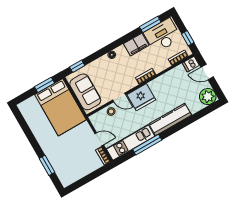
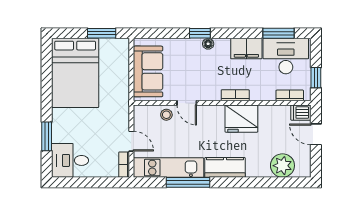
window: (77, 66) -> (200, 33), moved
fridge: (141, 97) -> (241, 119), moved
plant: (208, 97) -> (282, 166), moved
bed: (61, 107) -> (75, 73), moved
kitchen counter: (170, 120) -> (225, 167), width x0.67
desk: (69, 172) -> (70, 160), added

